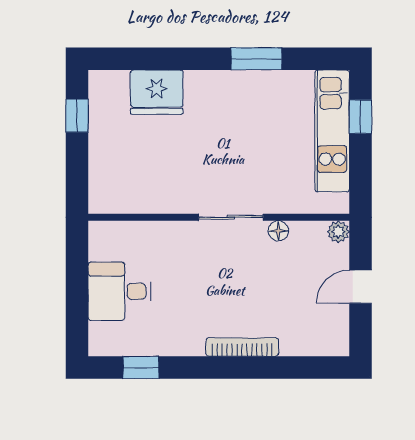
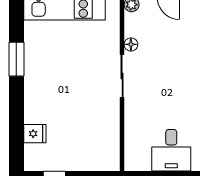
fridge: (157, 92) -> (35, 134), width x0.53, depth x0.75

